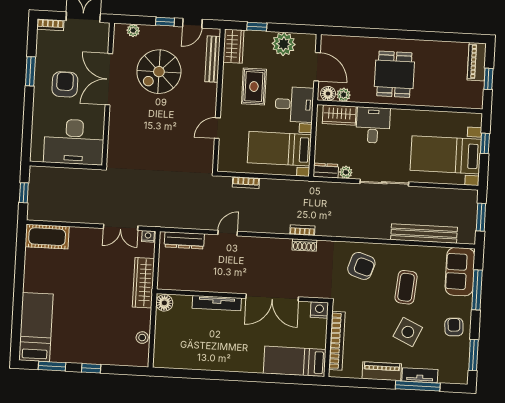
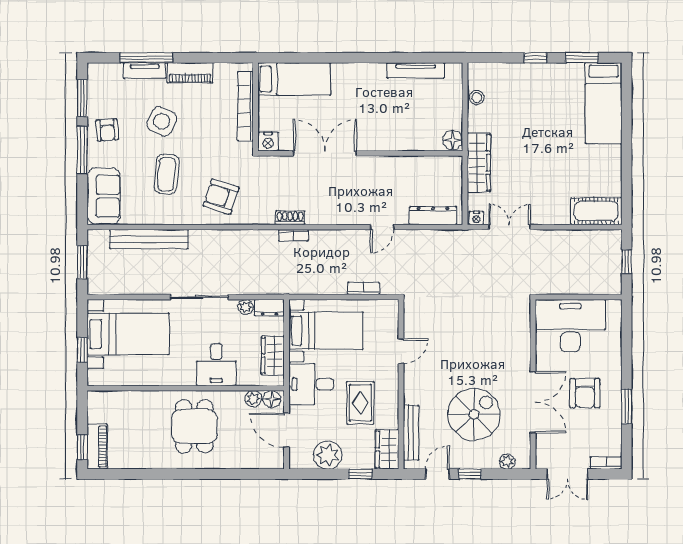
window: (488, 79) -> (82, 447), moved
wardrobe: (339, 115) -> (273, 355), moved, turned -90
window: (477, 290) -> (82, 150), moved
tv unit: (217, 303) -> (416, 70), moved, turned 180

